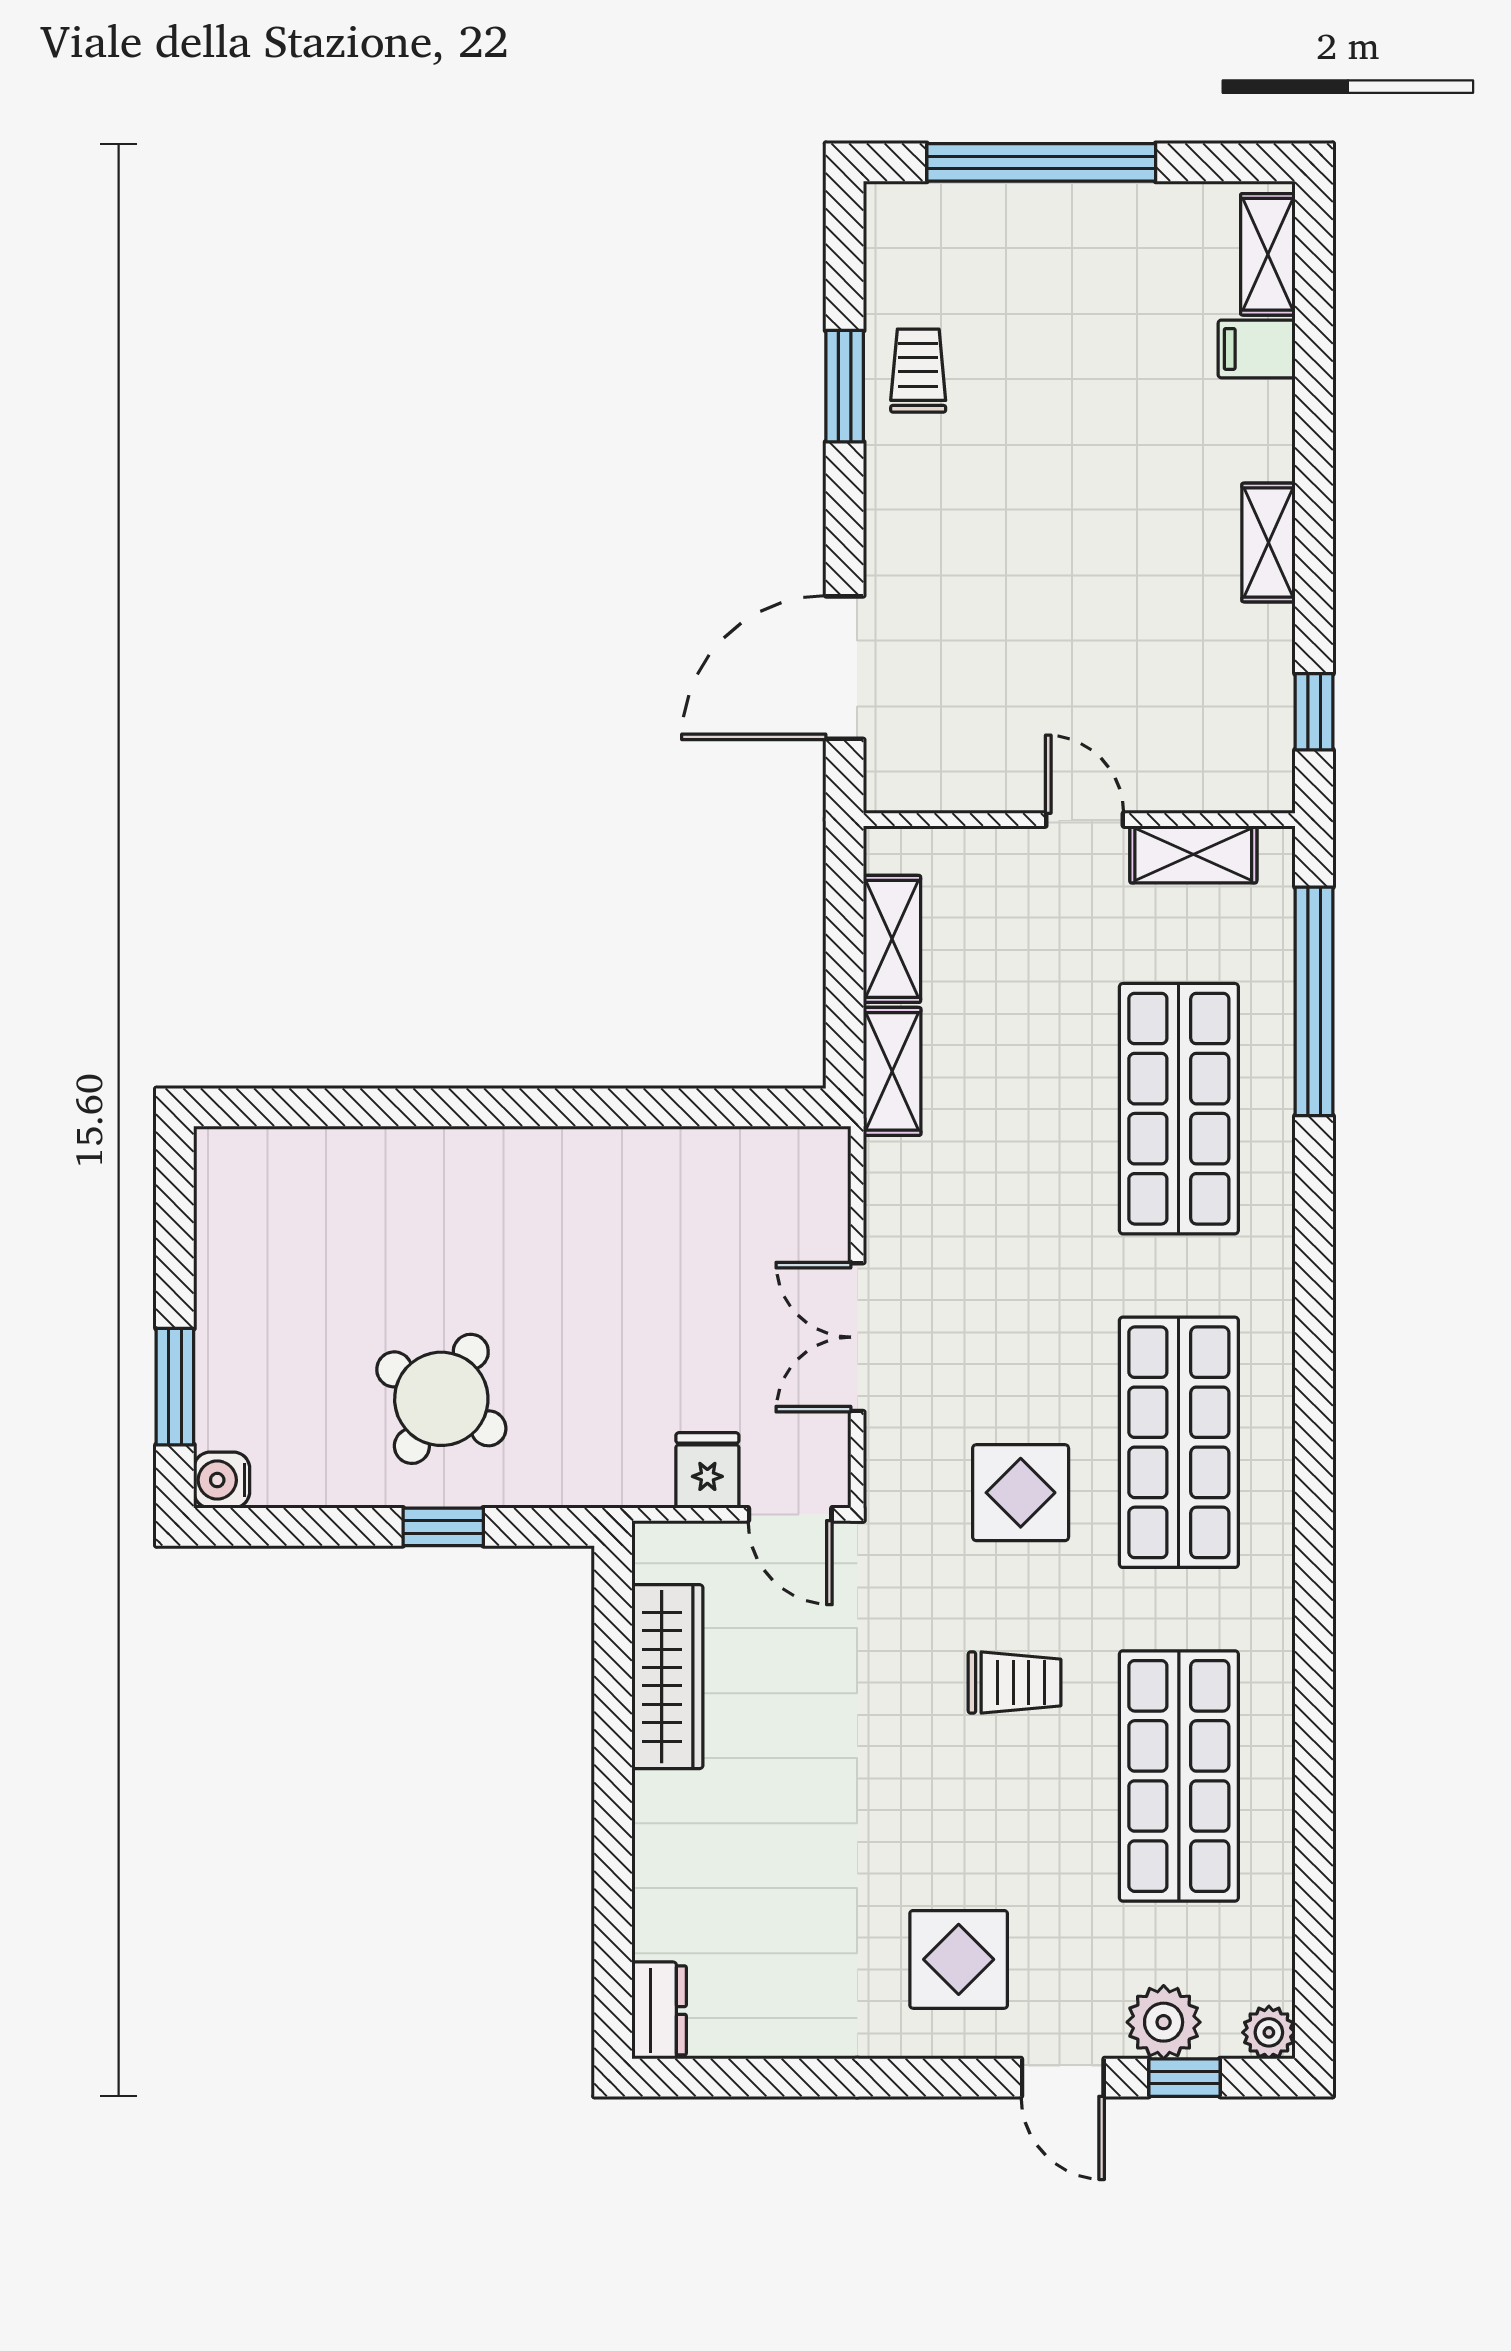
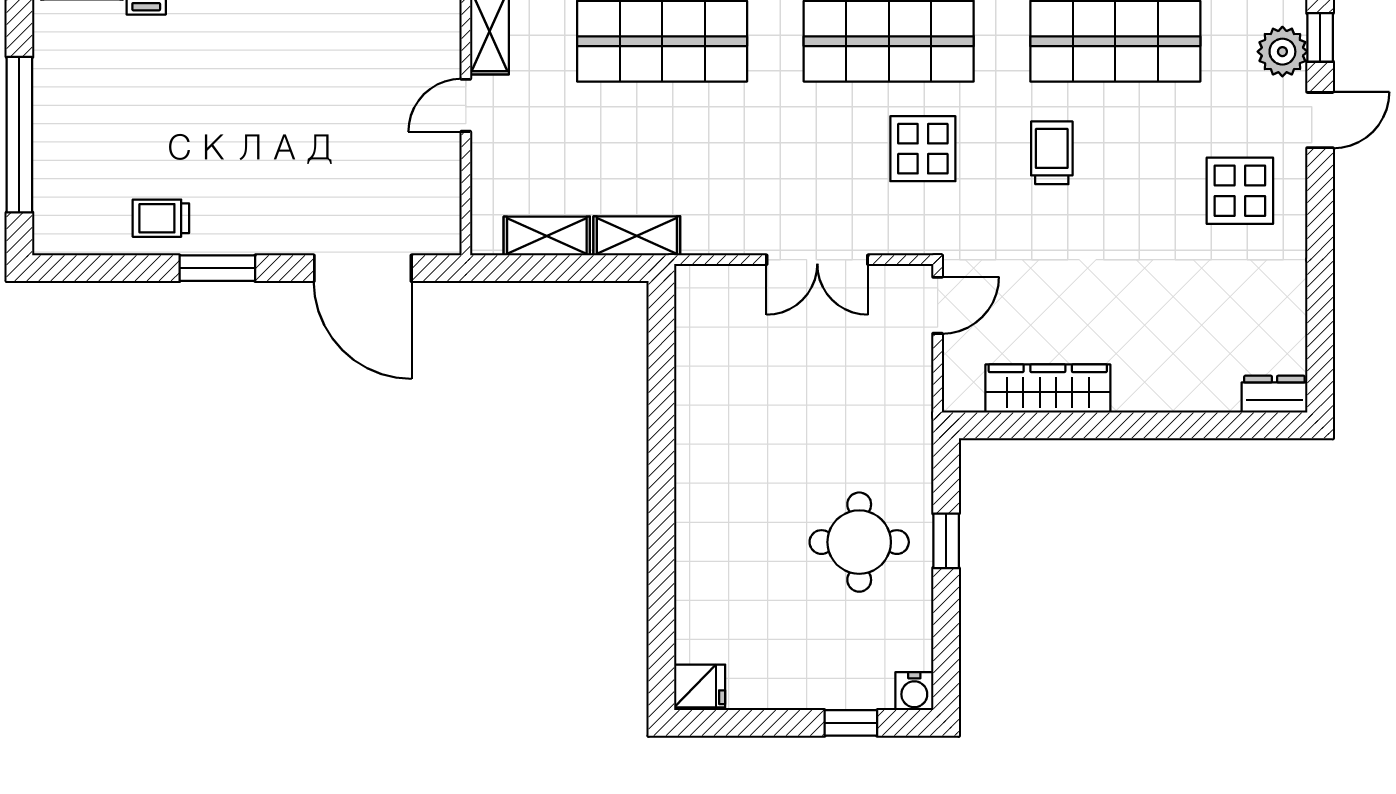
window: (845, 386) -> (217, 268), moved
window: (175, 1387) -> (851, 723), width x0.67
round table: (441, 1399) -> (859, 542), turned -32
fridge: (707, 1470) -> (700, 686), moved, turned 180

